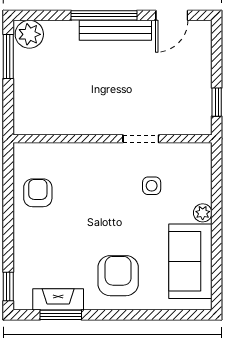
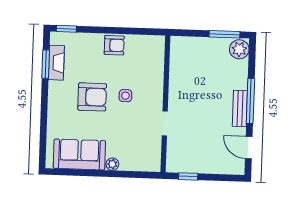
bench: (115, 30) -> (240, 109), width x0.73
side table: (152, 186) -> (125, 96), moved
armchair: (38, 193) -> (114, 45), moved
armchair: (118, 276) -> (92, 97), moved

